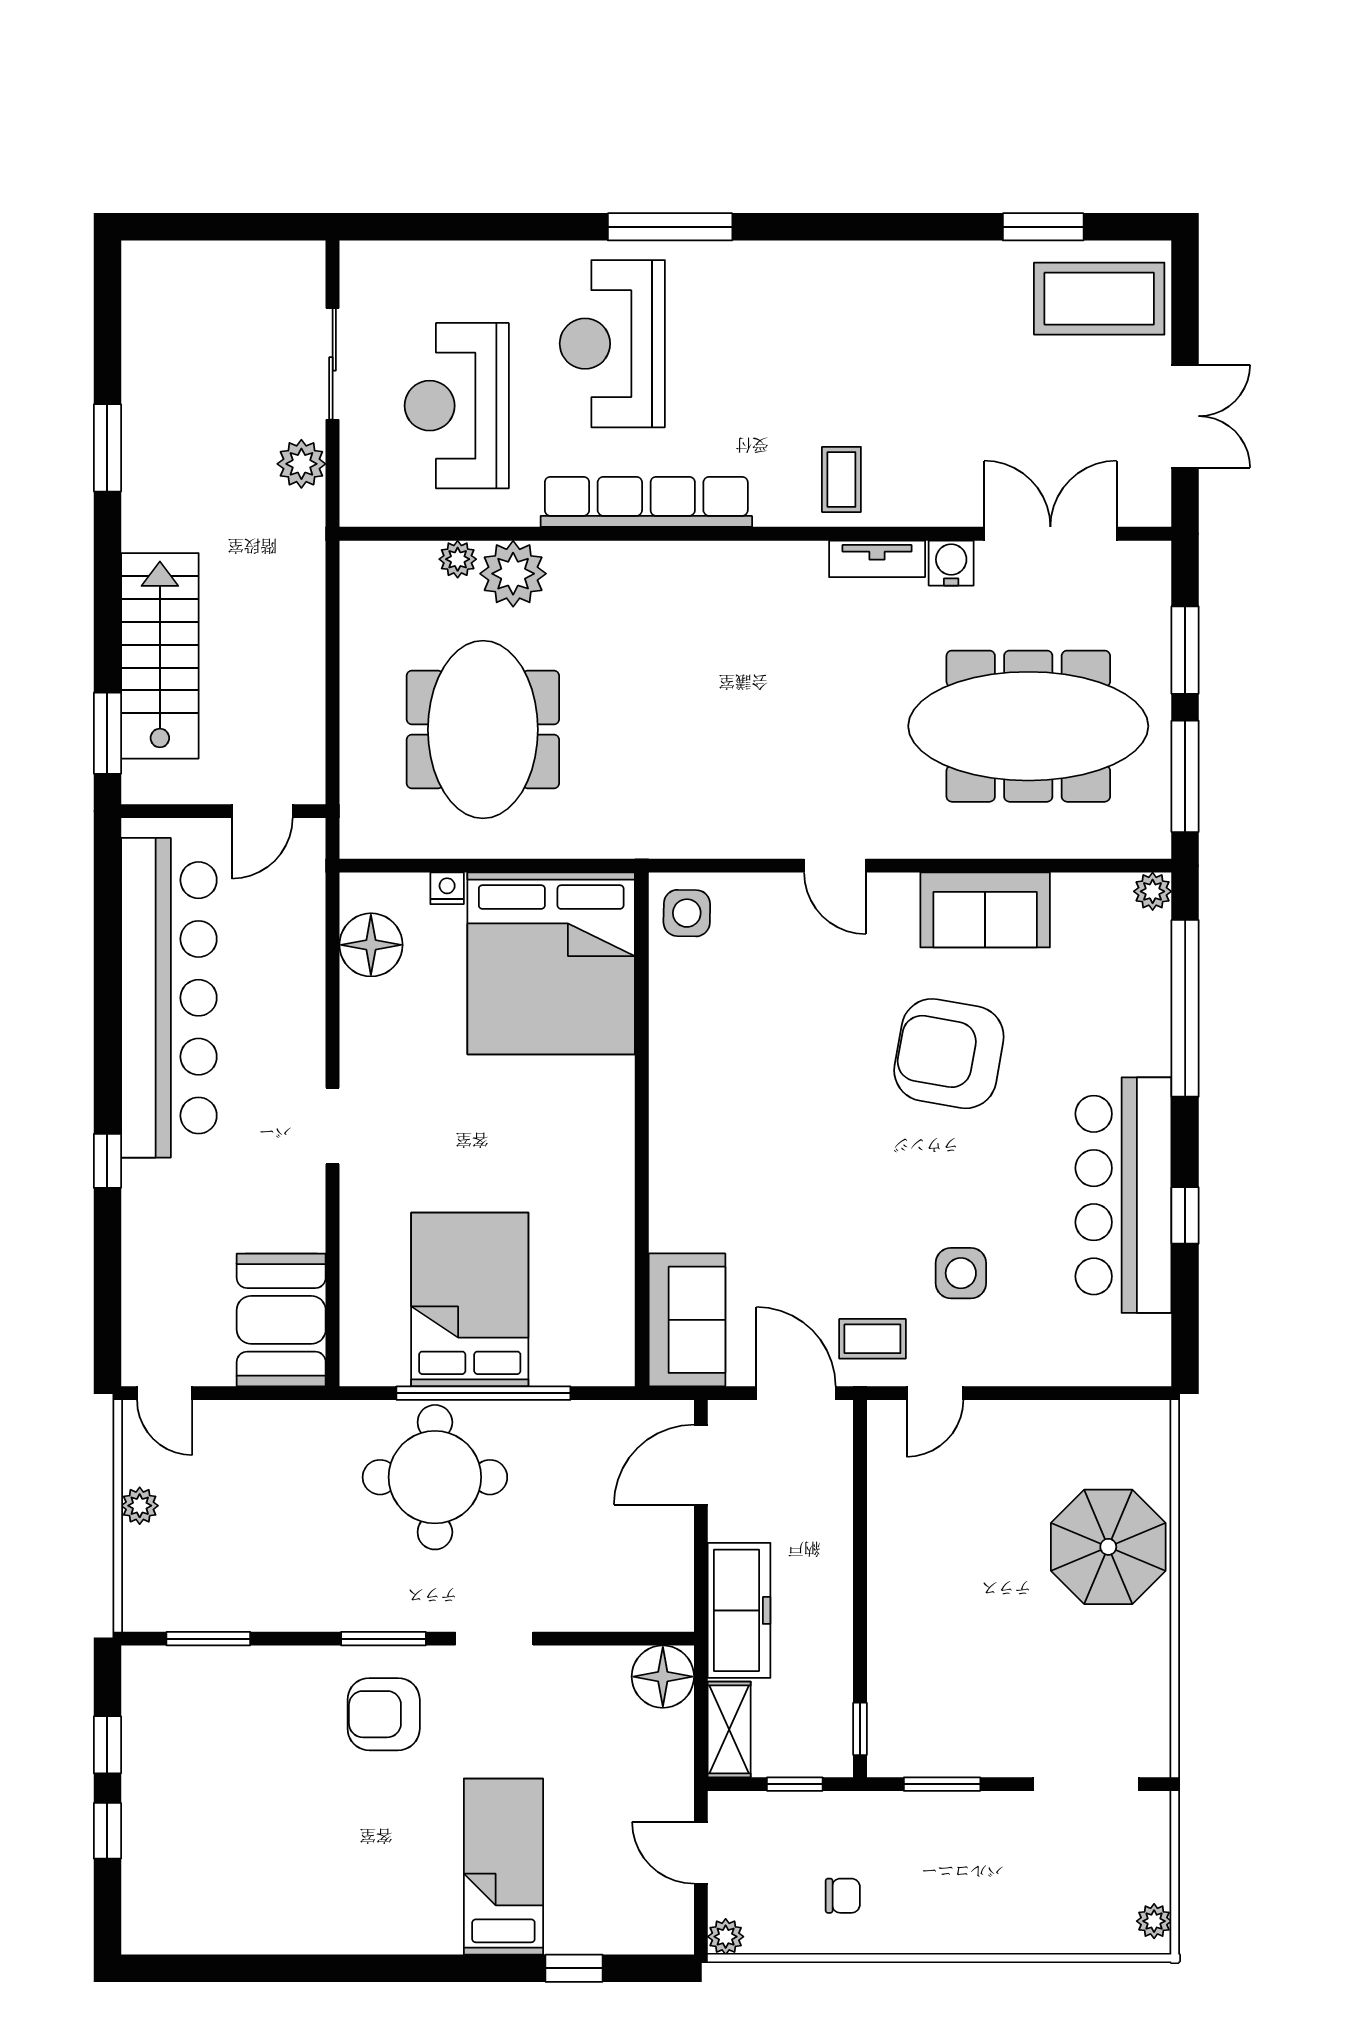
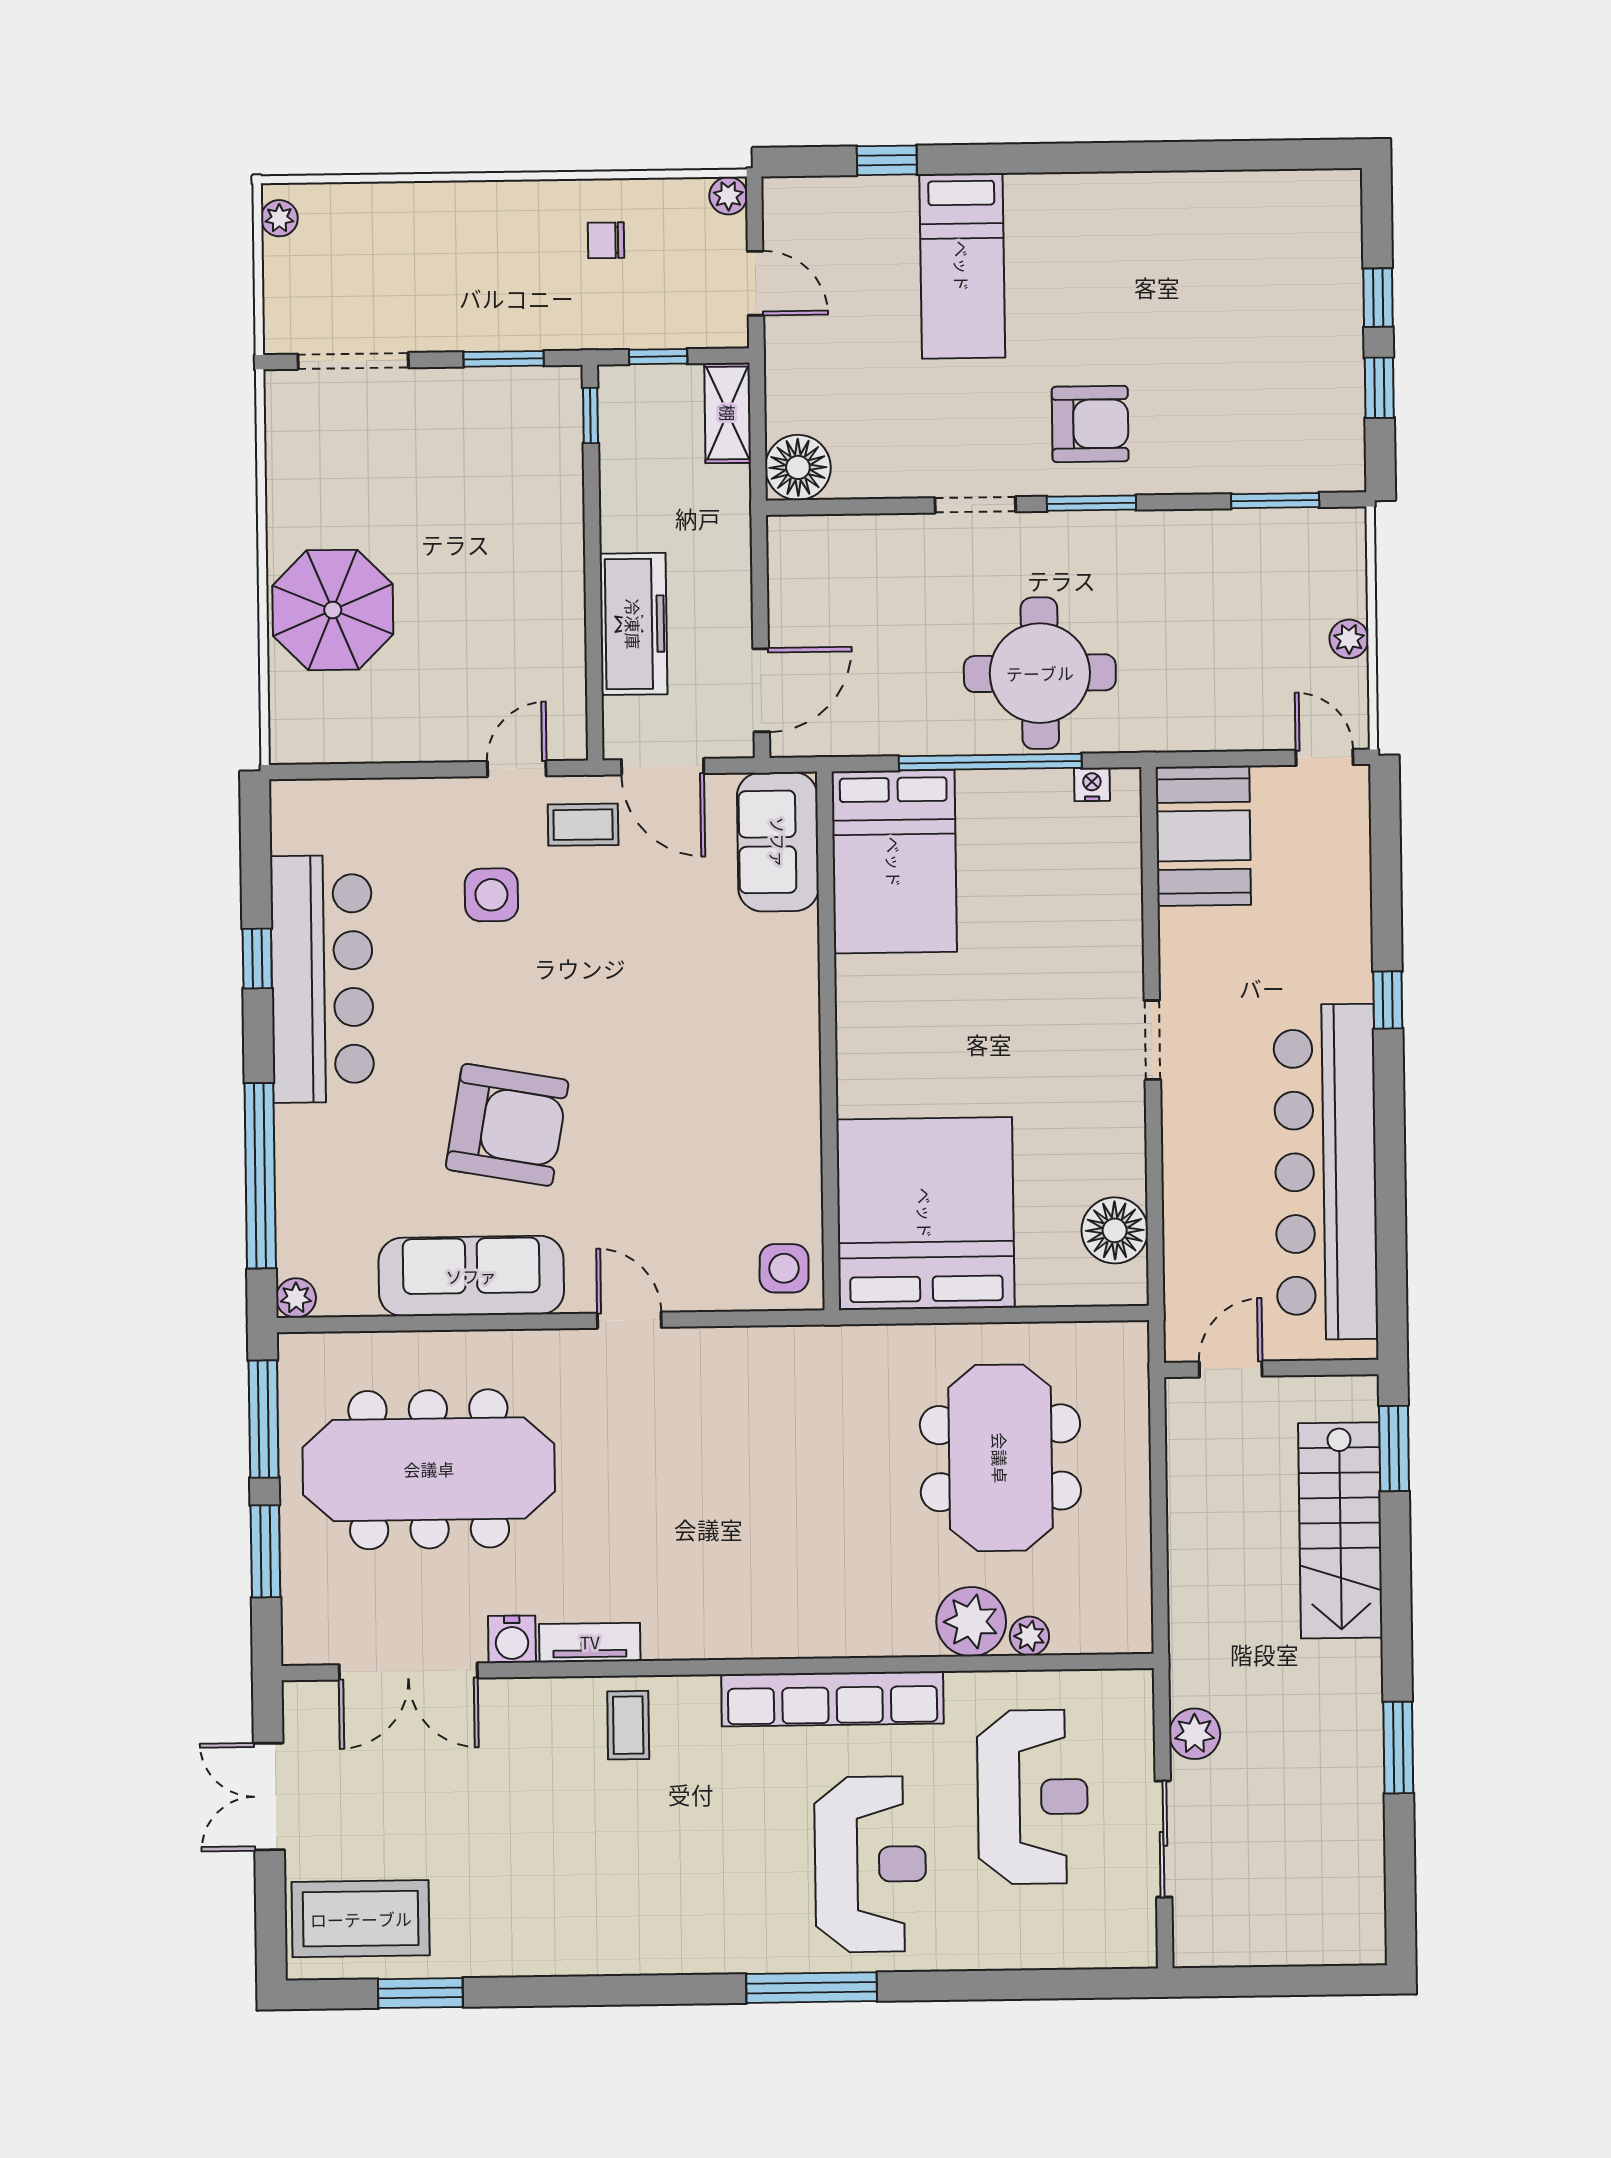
nightstand: (447, 888) -> (1092, 784), moved, turned 180
sofa: (985, 910) -> (471, 1276), width x1.36
bed: (470, 1299) -> (894, 862), moved
freezer: (739, 1610) -> (633, 624), moved, turned 180

